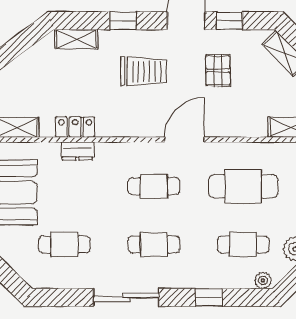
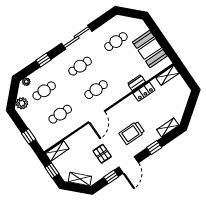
cafe table: (243, 186) -> (60, 114), width x0.73, depth x0.74

